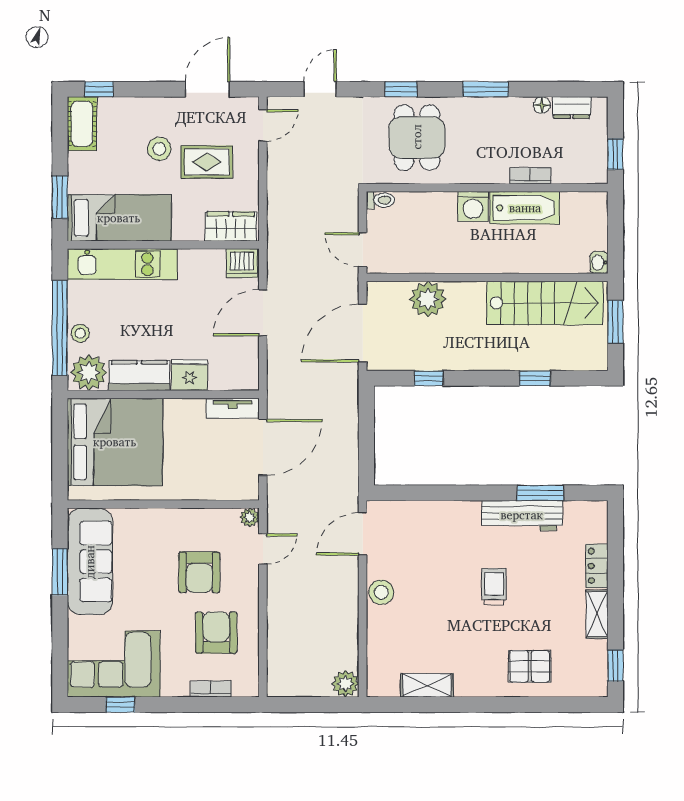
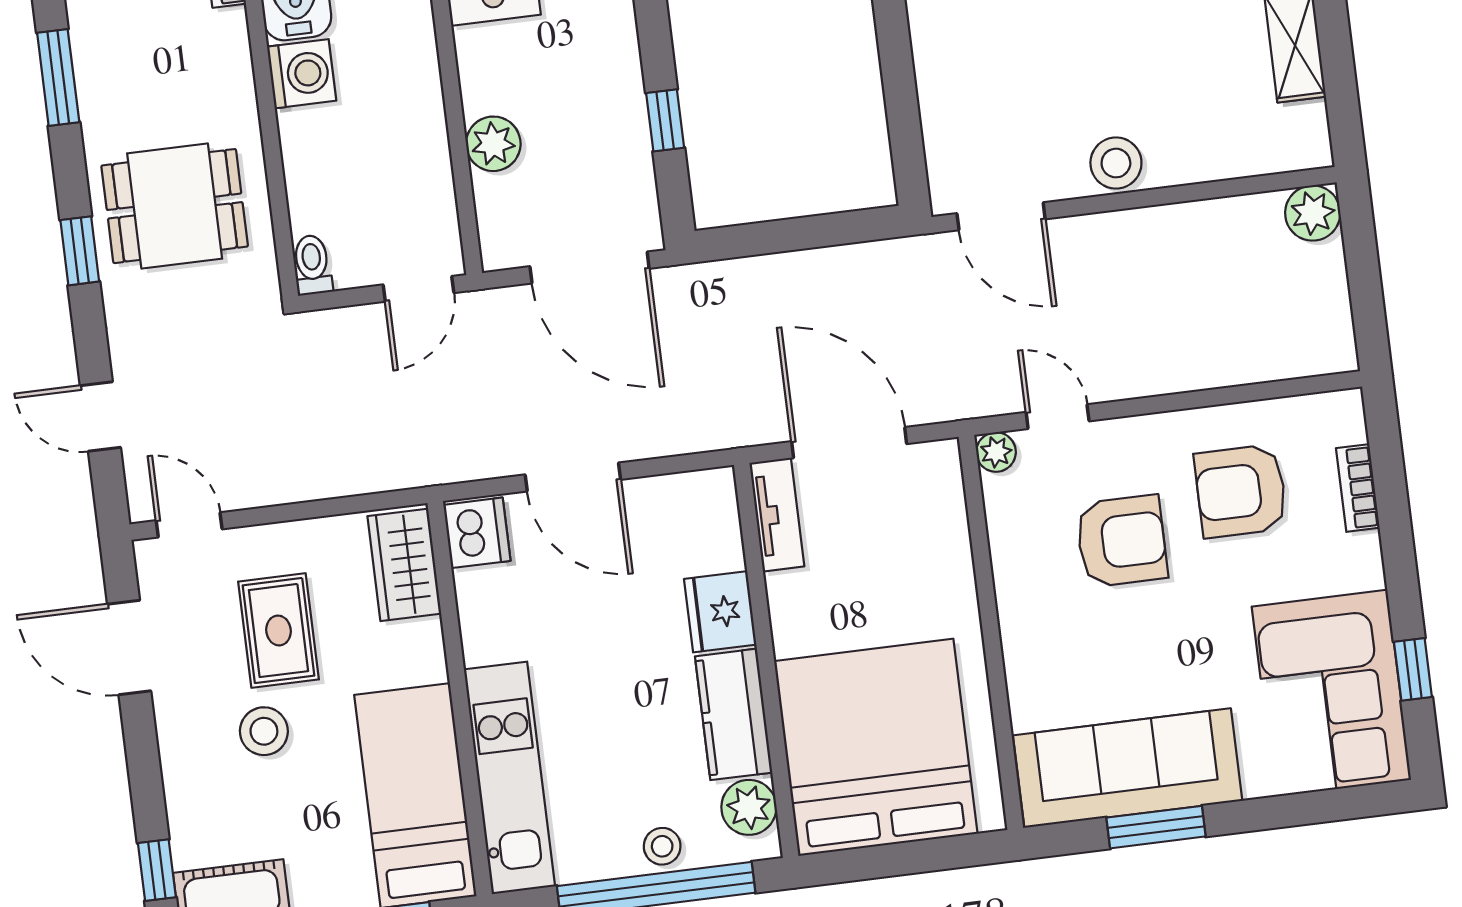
plant: (428, 299) -> (493, 144), width x0.73, depth x0.73
plant: (89, 372) -> (749, 807), width x0.73, depth x0.73

